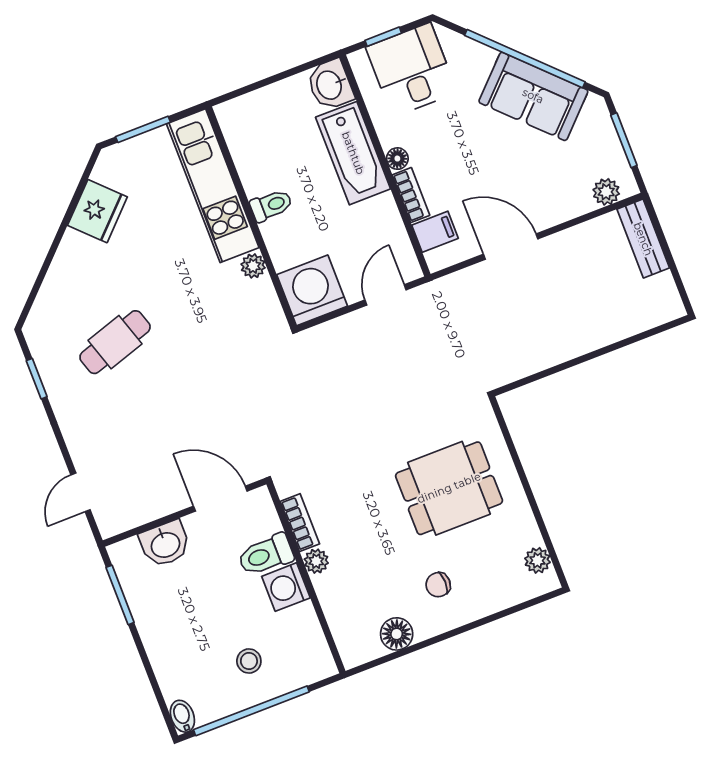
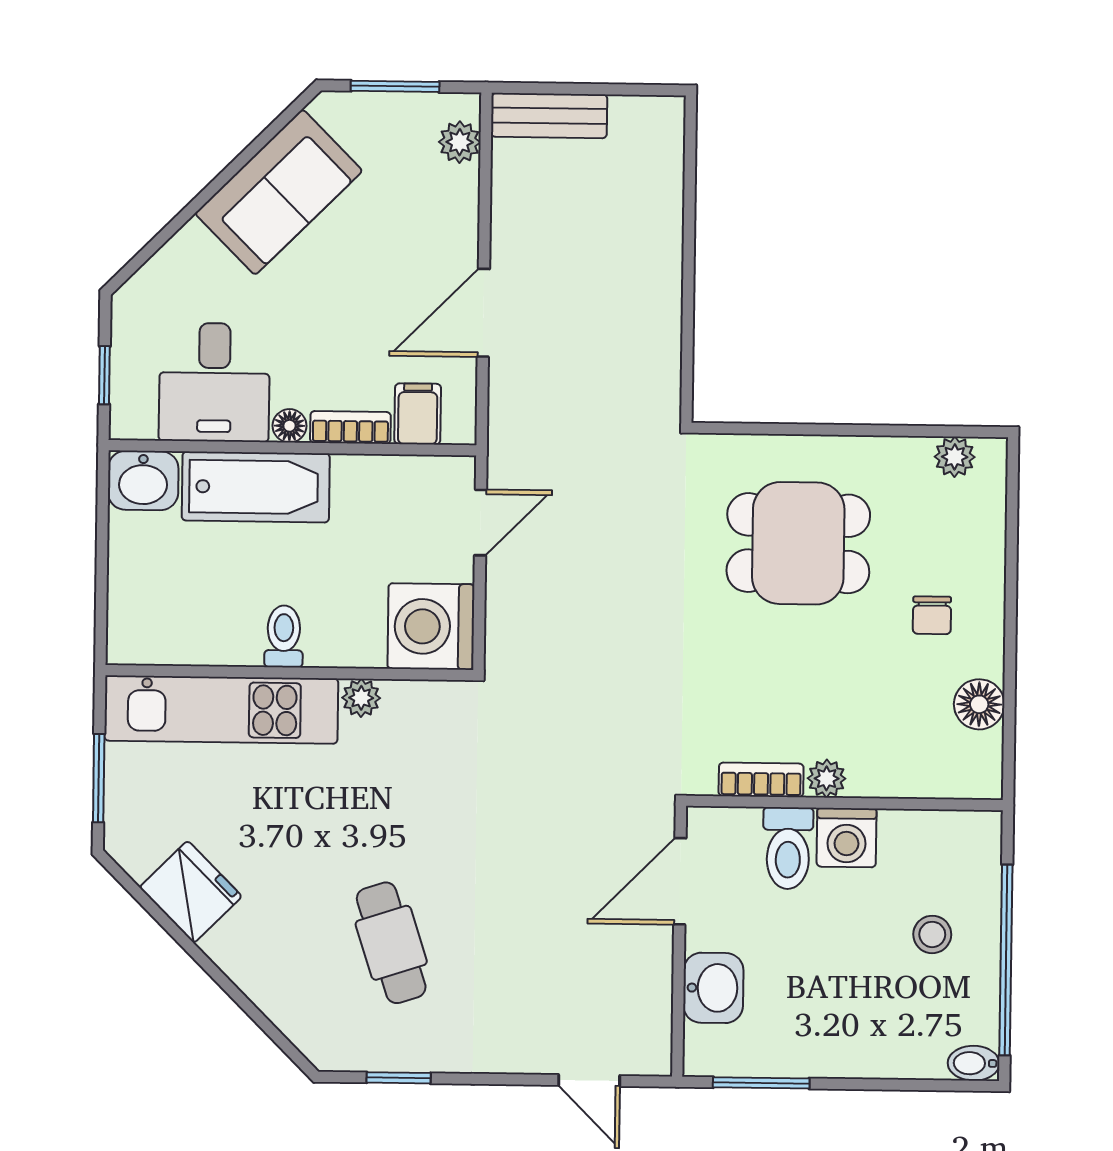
window: (525, 59) -> (219, 182), removed
desk: (412, 70) -> (214, 382), moved, turned -90
door: (386, 295) -> (481, 523), swing flipped
dining table: (449, 488) -> (798, 543), turned 90

